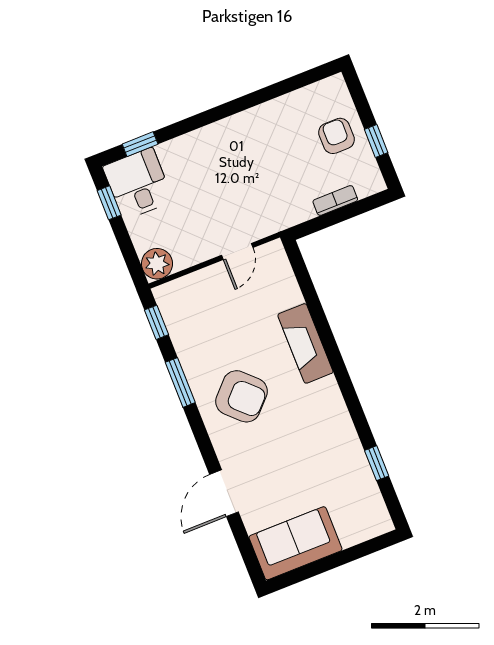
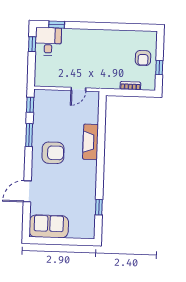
armchair: (336, 136) -> (143, 58), turned 180
plant: (157, 264) -> (41, 79), removed
armchair: (241, 396) -> (53, 153), turned -44

